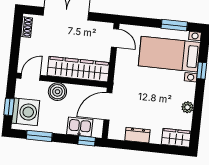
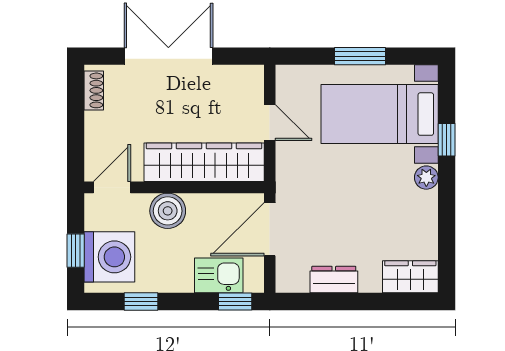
window: (174, 25) -> (360, 56), moved
door: (115, 38) -> (270, 123), moved
plant: (187, 107) -> (426, 178), moved
window: (39, 136) -> (141, 301), width x0.67

